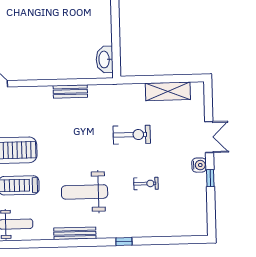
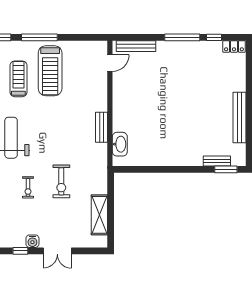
washbasin: (105, 59) -> (120, 144), moved, turned 90
exercise bike: (146, 184) -> (28, 187), moved

